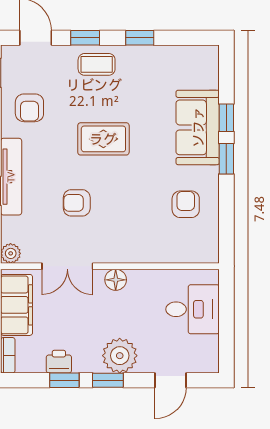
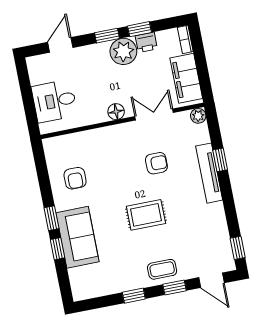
armchair: (29, 108) -> (206, 227), removed
plant: (120, 356) -> (123, 51), moved

